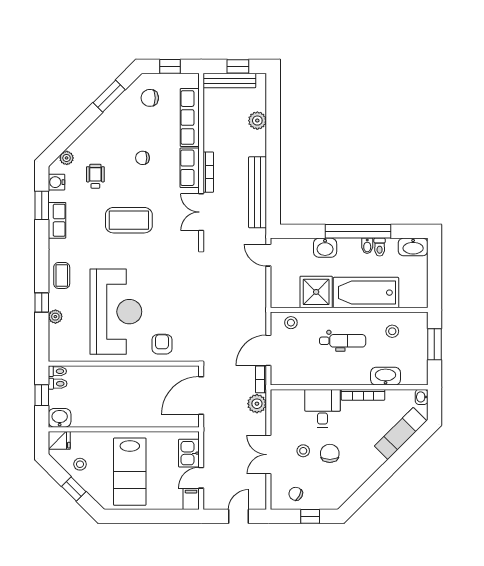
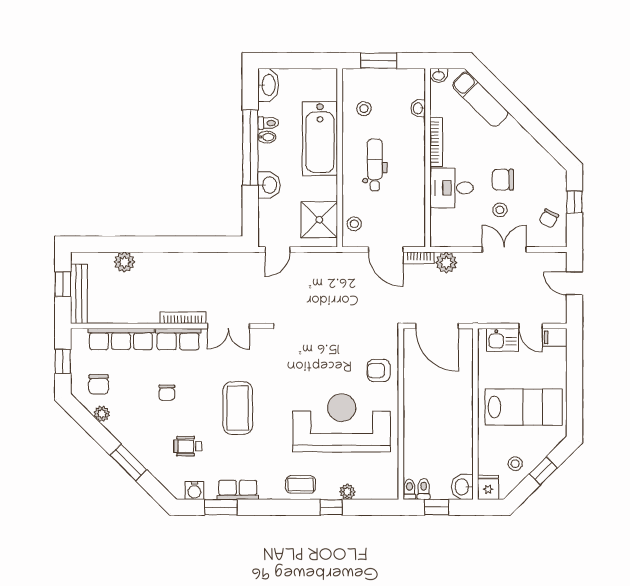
window: (109, 96) -> (128, 462), moved
plant: (67, 158) -> (102, 414), moved
bench: (258, 192) -> (206, 262), removed
shower: (316, 292) -> (319, 220), moved
washbasin: (386, 376) -> (418, 108), width x0.52, depth x0.69
double door: (268, 455) -> (504, 249), swing flipped

